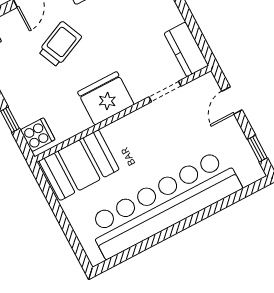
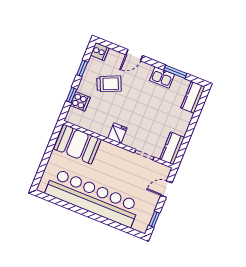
trolley: (60, 44) -> (109, 84), moved
fridge: (106, 98) -> (117, 133), width x0.53, depth x0.75
cooker: (38, 135) -> (80, 101), moved

